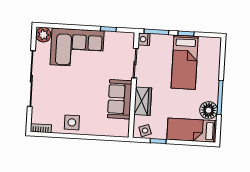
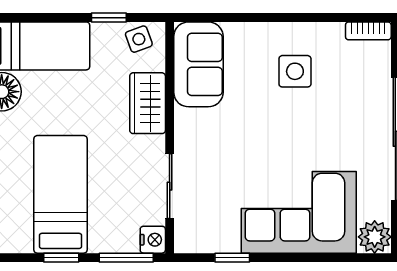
sofa: (120, 99) -> (198, 64), moved
side table: (72, 122) -> (295, 71), moved

